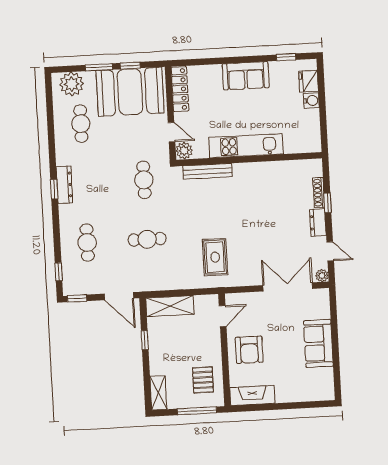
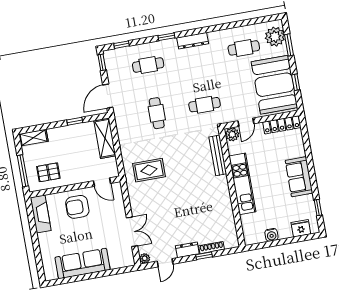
window: (99, 67) -> (289, 45), moved
water cooler: (311, 101) -> (271, 235), moved
window: (54, 189) -> (166, 37), moved
double door: (288, 287) -> (132, 232), width x0.73
sofa: (318, 343) -> (83, 263), width x1.36

